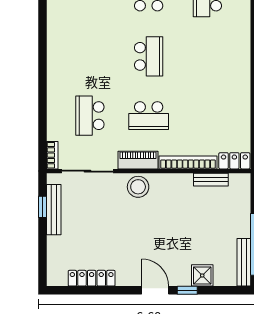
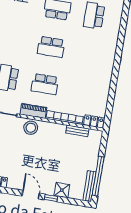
school desk: (149, 56) -> (51, 47), turned 90

